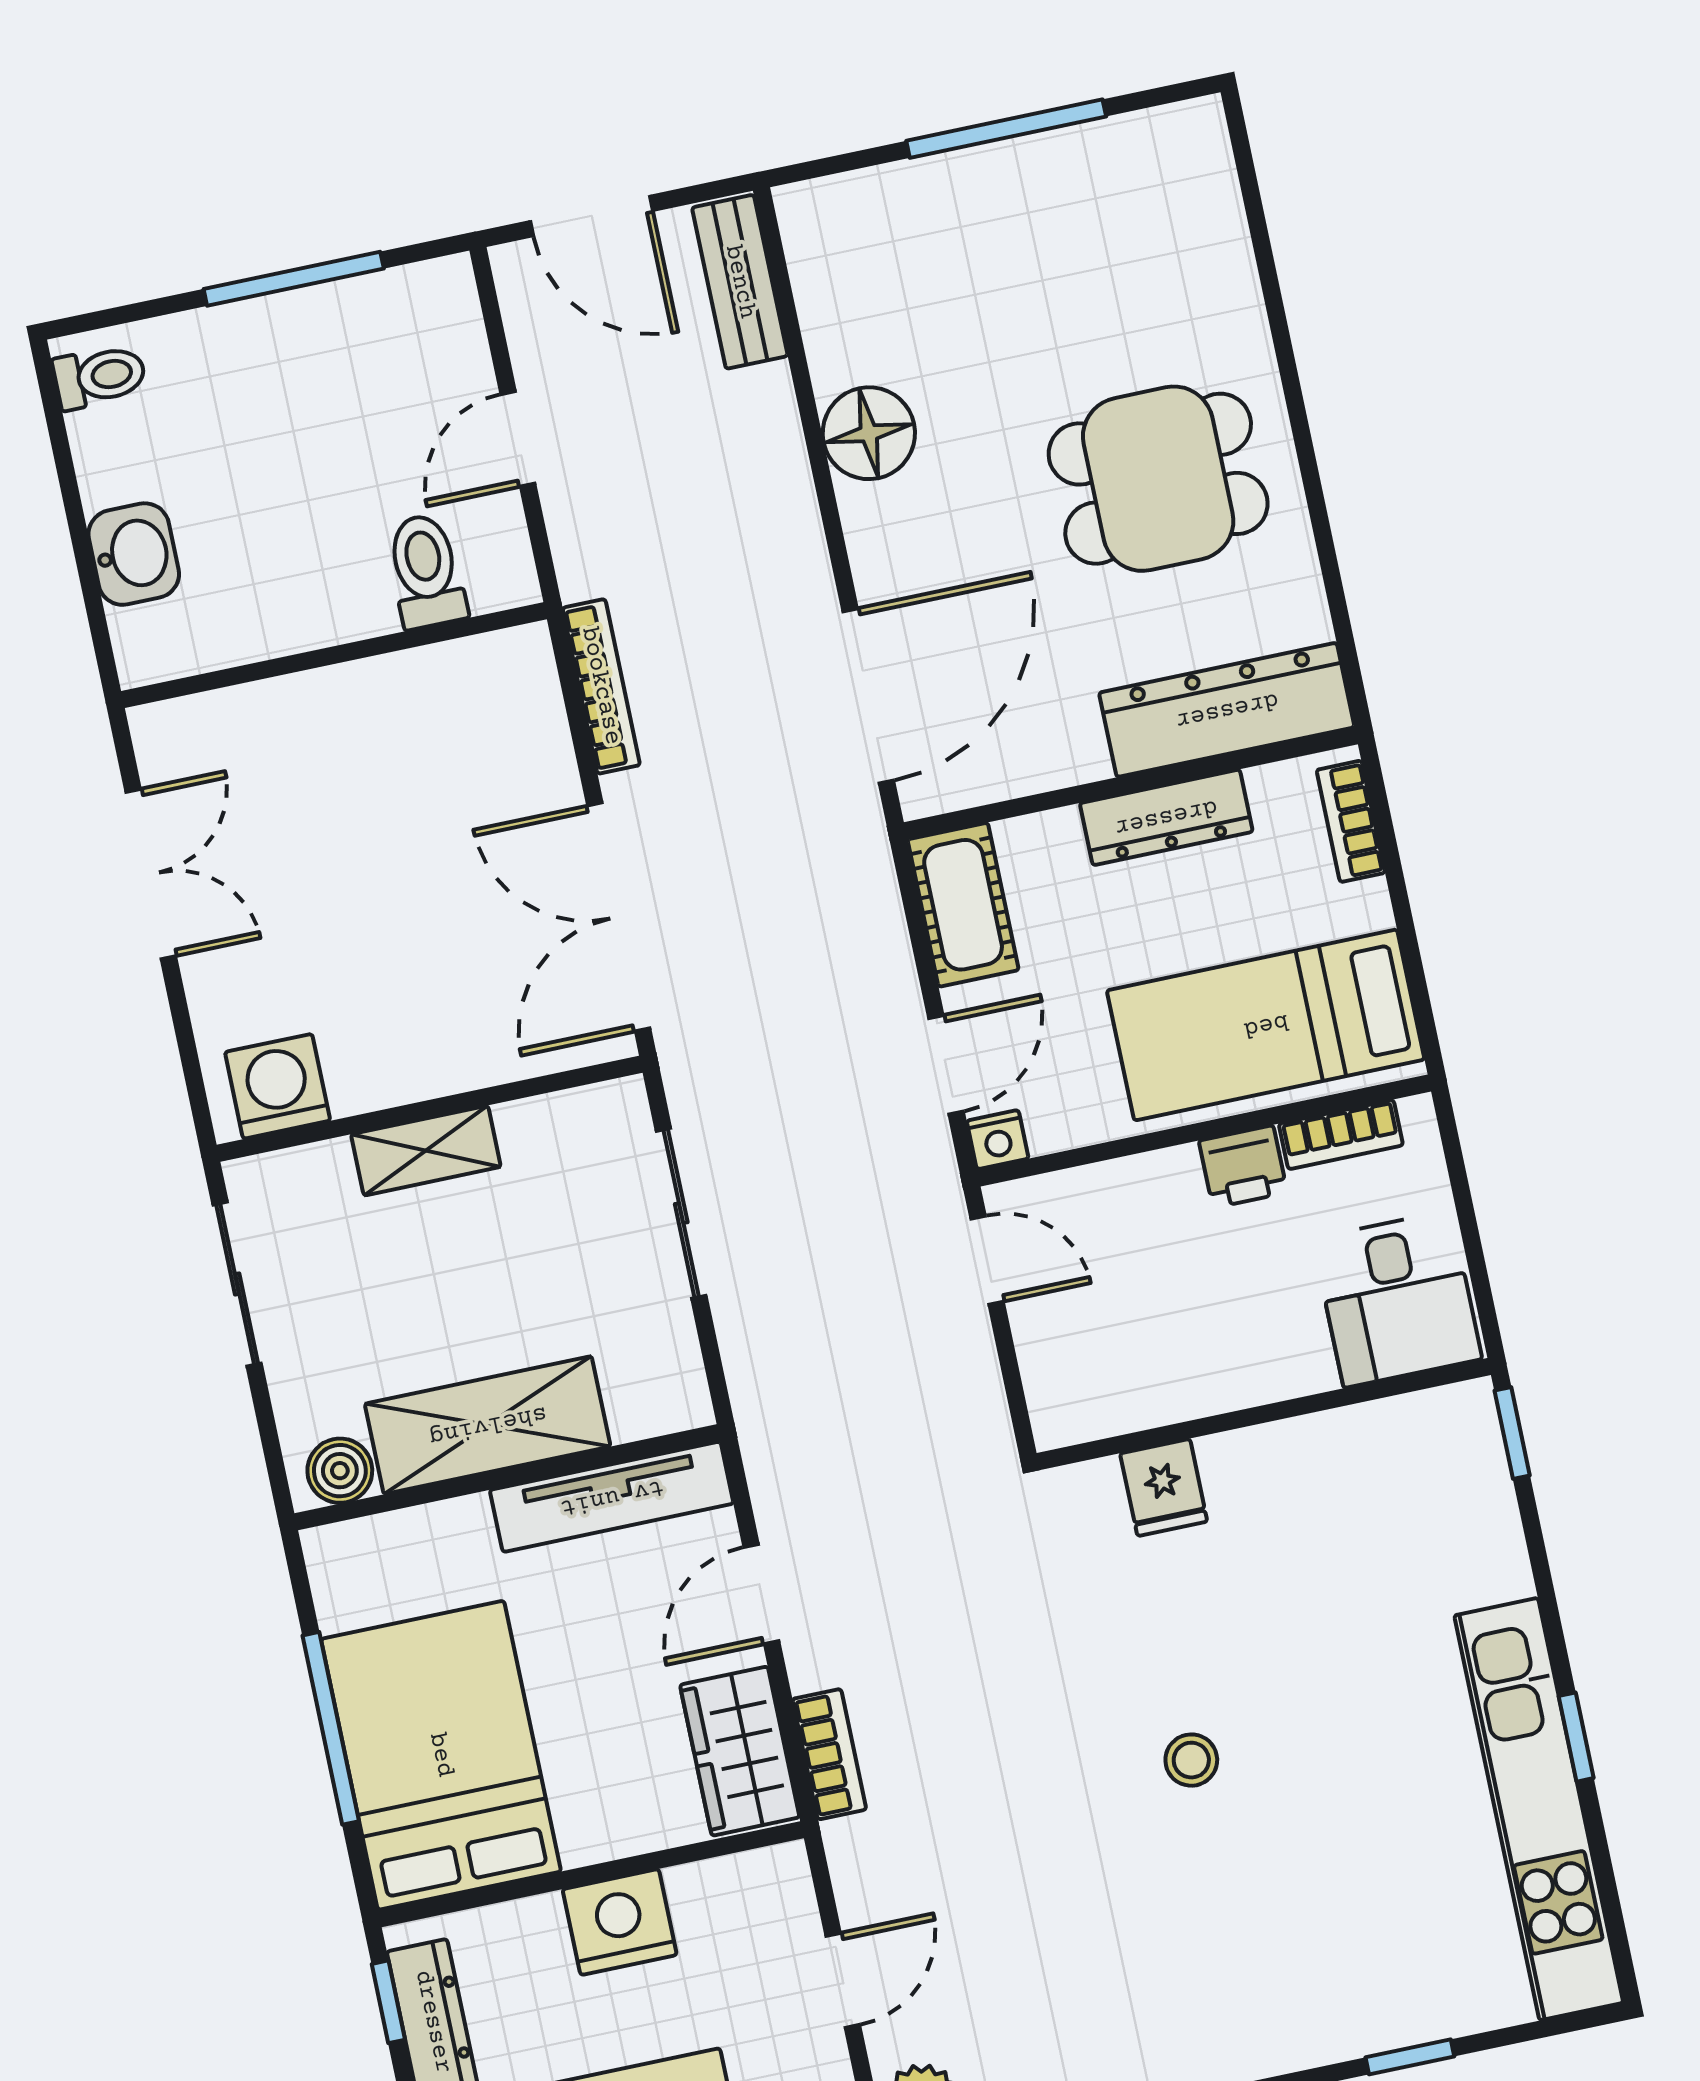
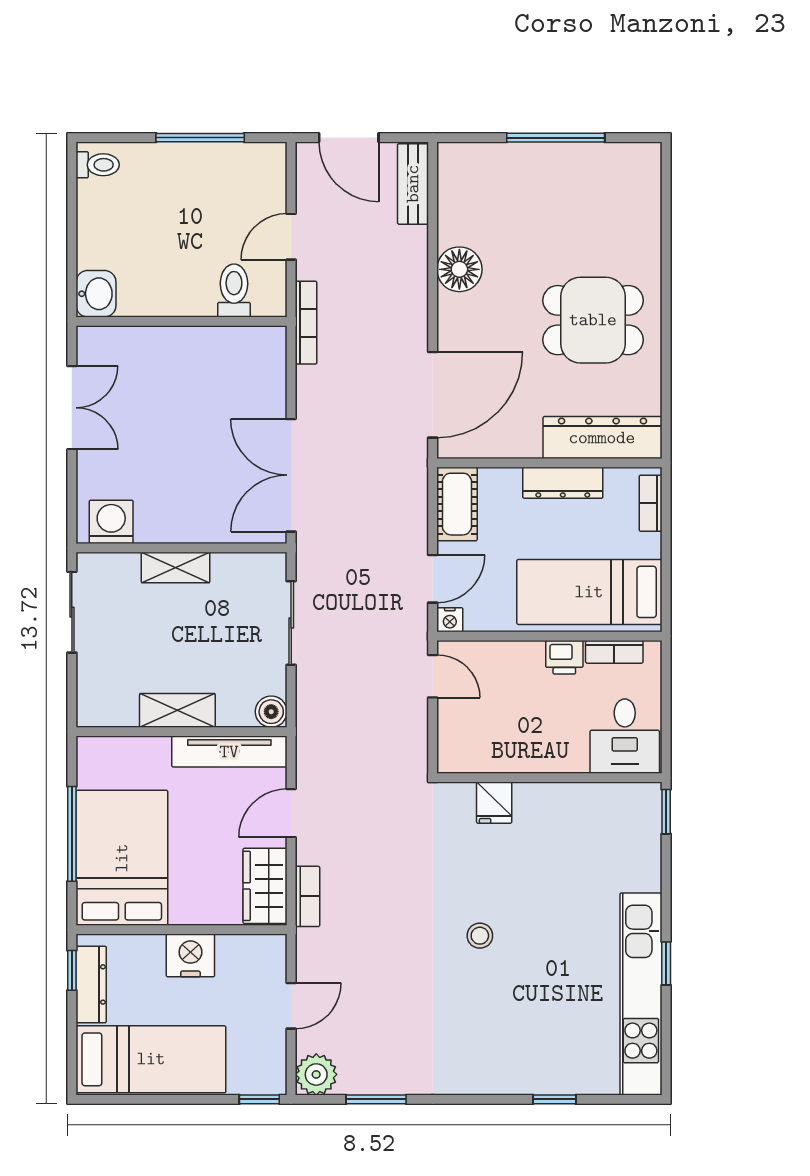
washbasin: (134, 554) -> (96, 294), moved
bookcase: (601, 686) -> (306, 323), moved
shelving: (488, 1425) -> (177, 710), width x0.67, depth x0.75
boiler: (340, 1471) -> (271, 712), moved

